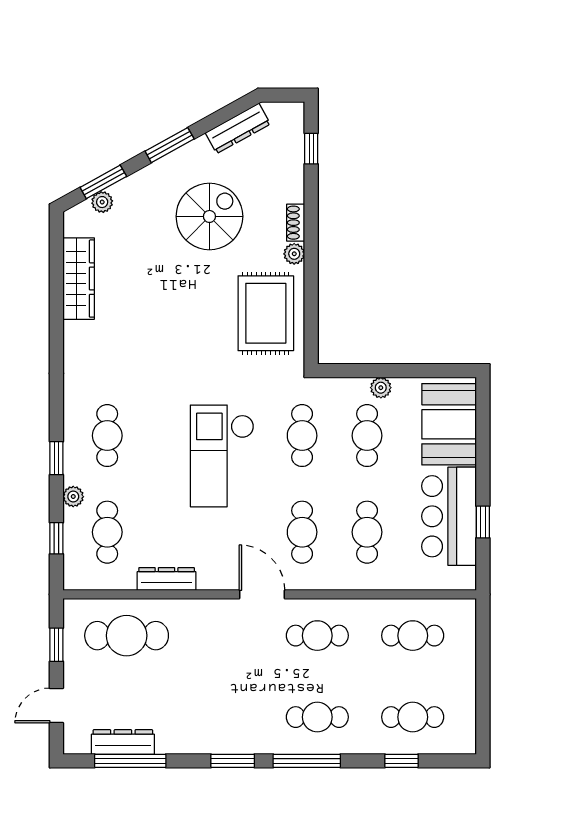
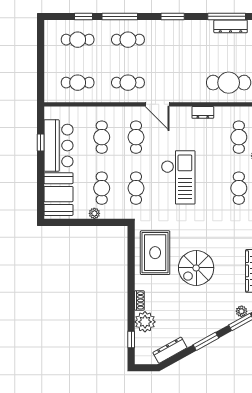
spiral stairs: (209, 216) -> (196, 268), moved
plant: (294, 254) -> (145, 322), moved, width x1.87, depth x1.87
dresser: (167, 579) -> (203, 112), width x0.70
window: (307, 761) -> (120, 16), moved

